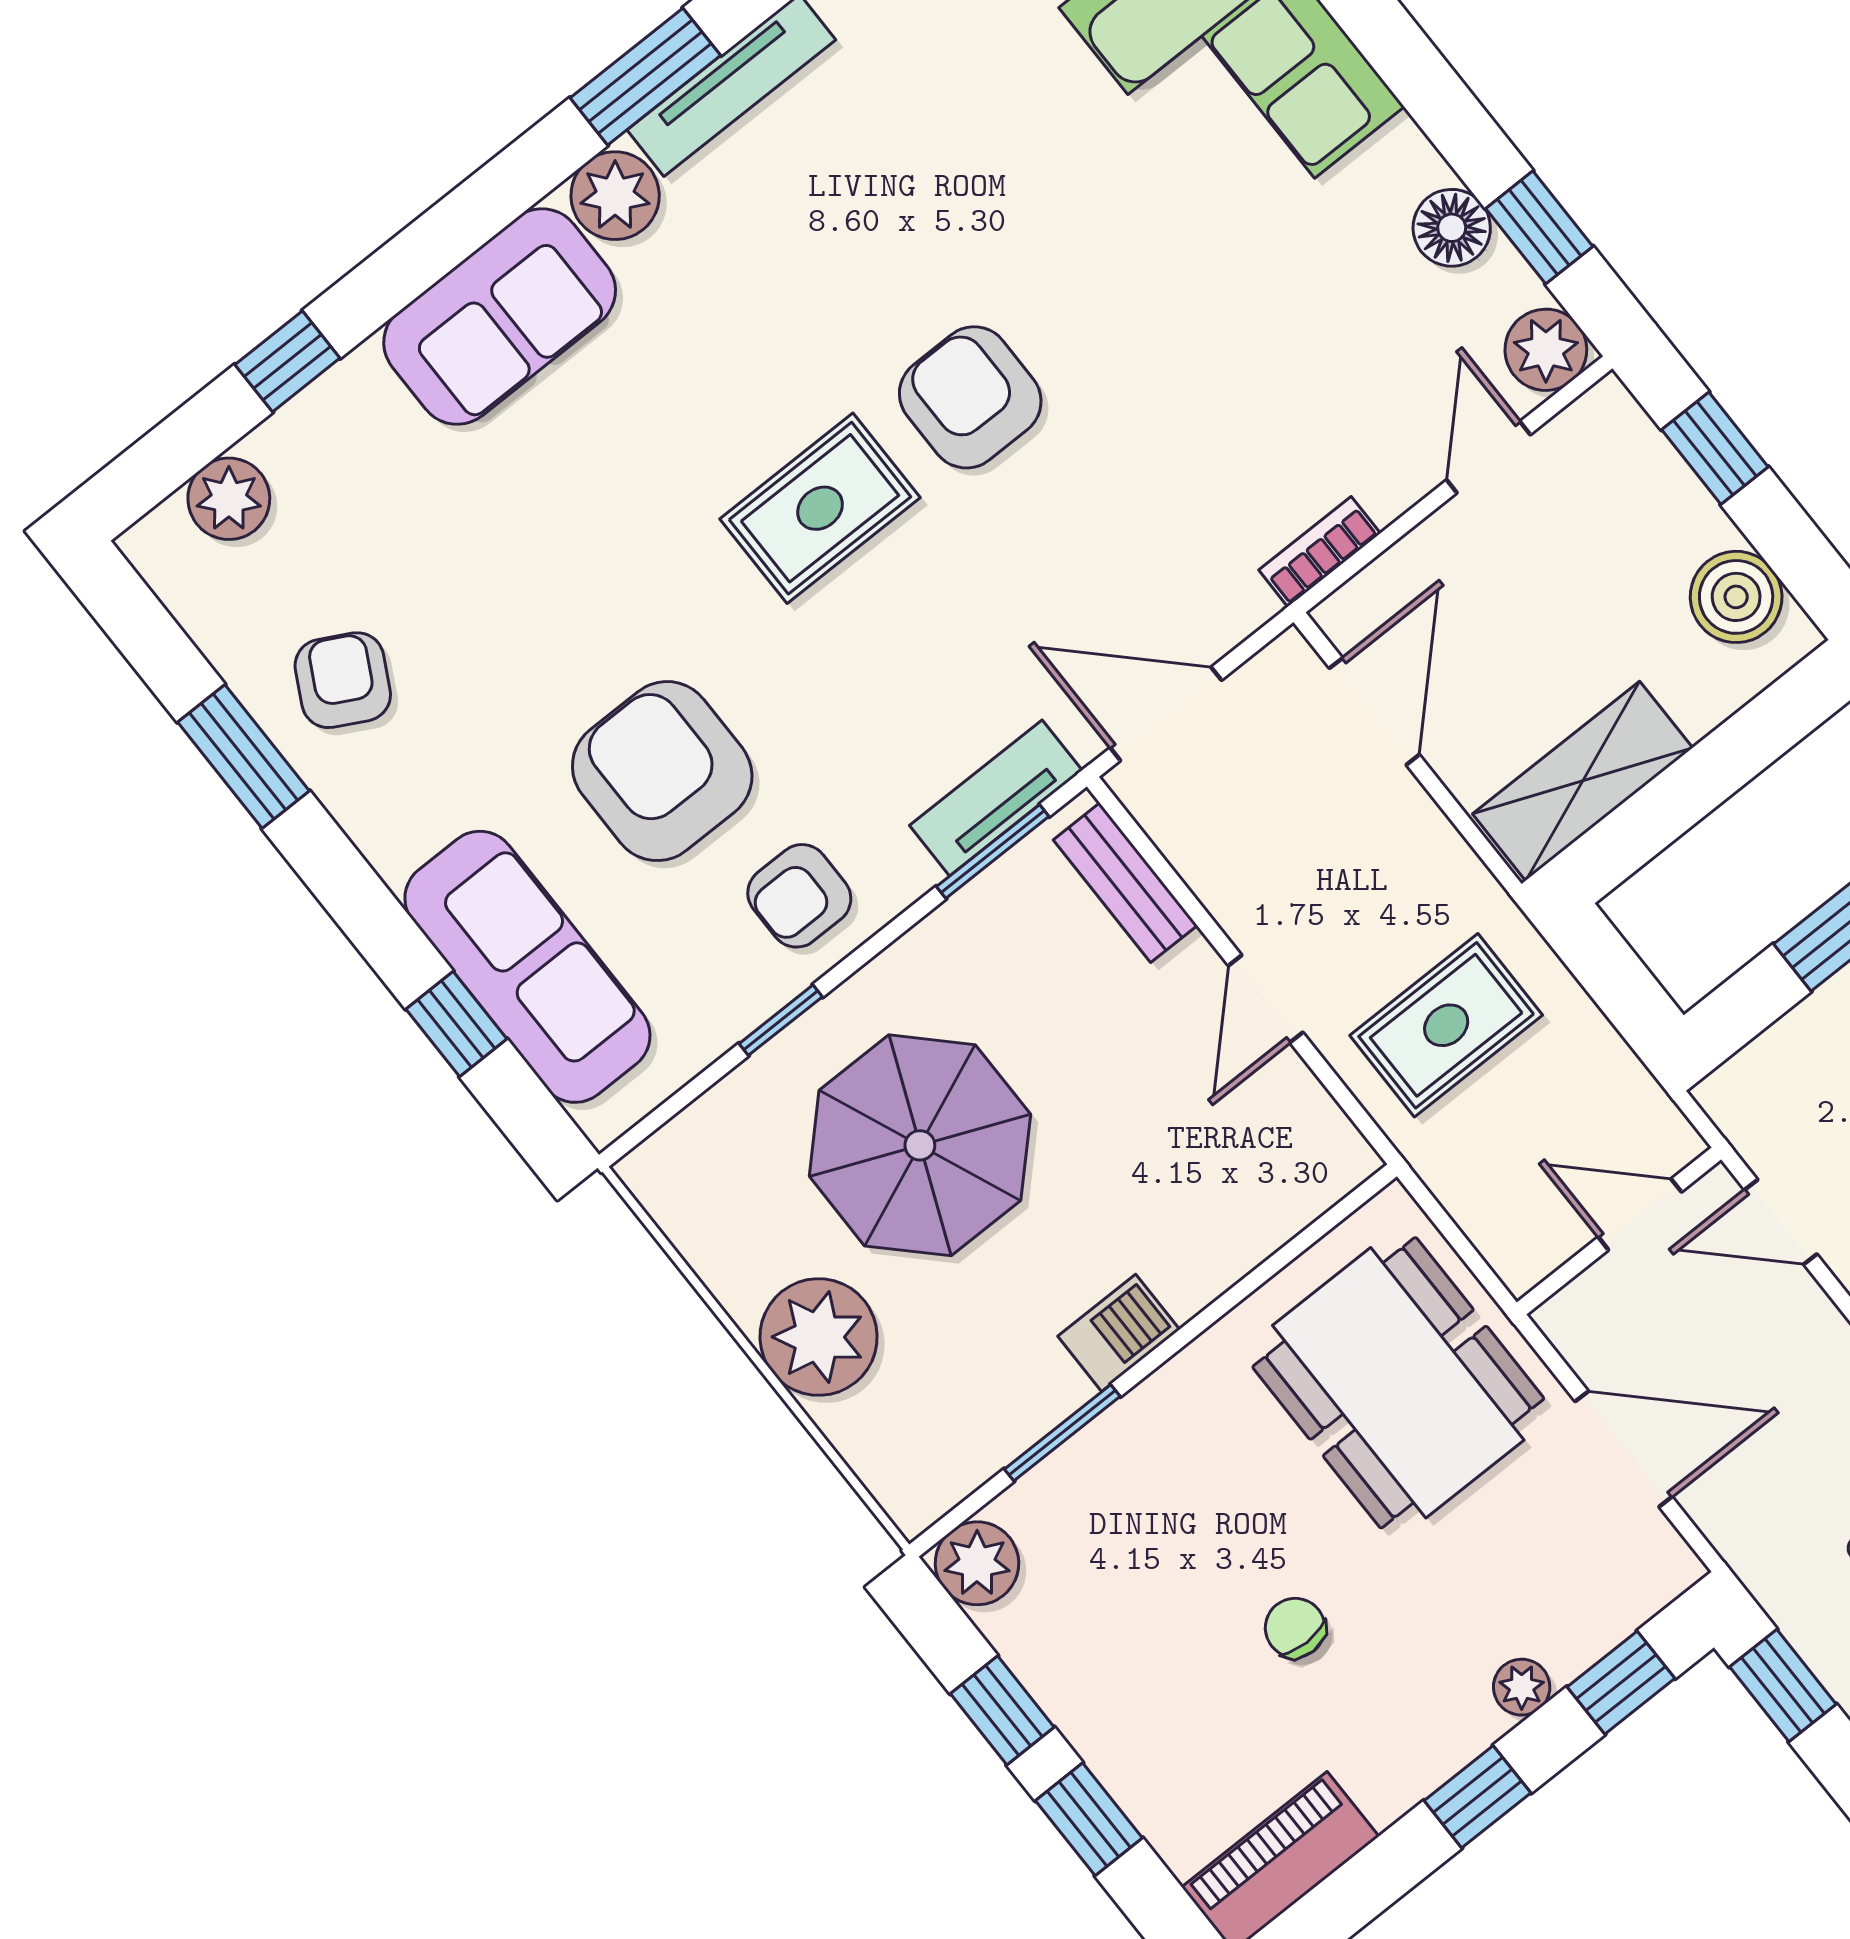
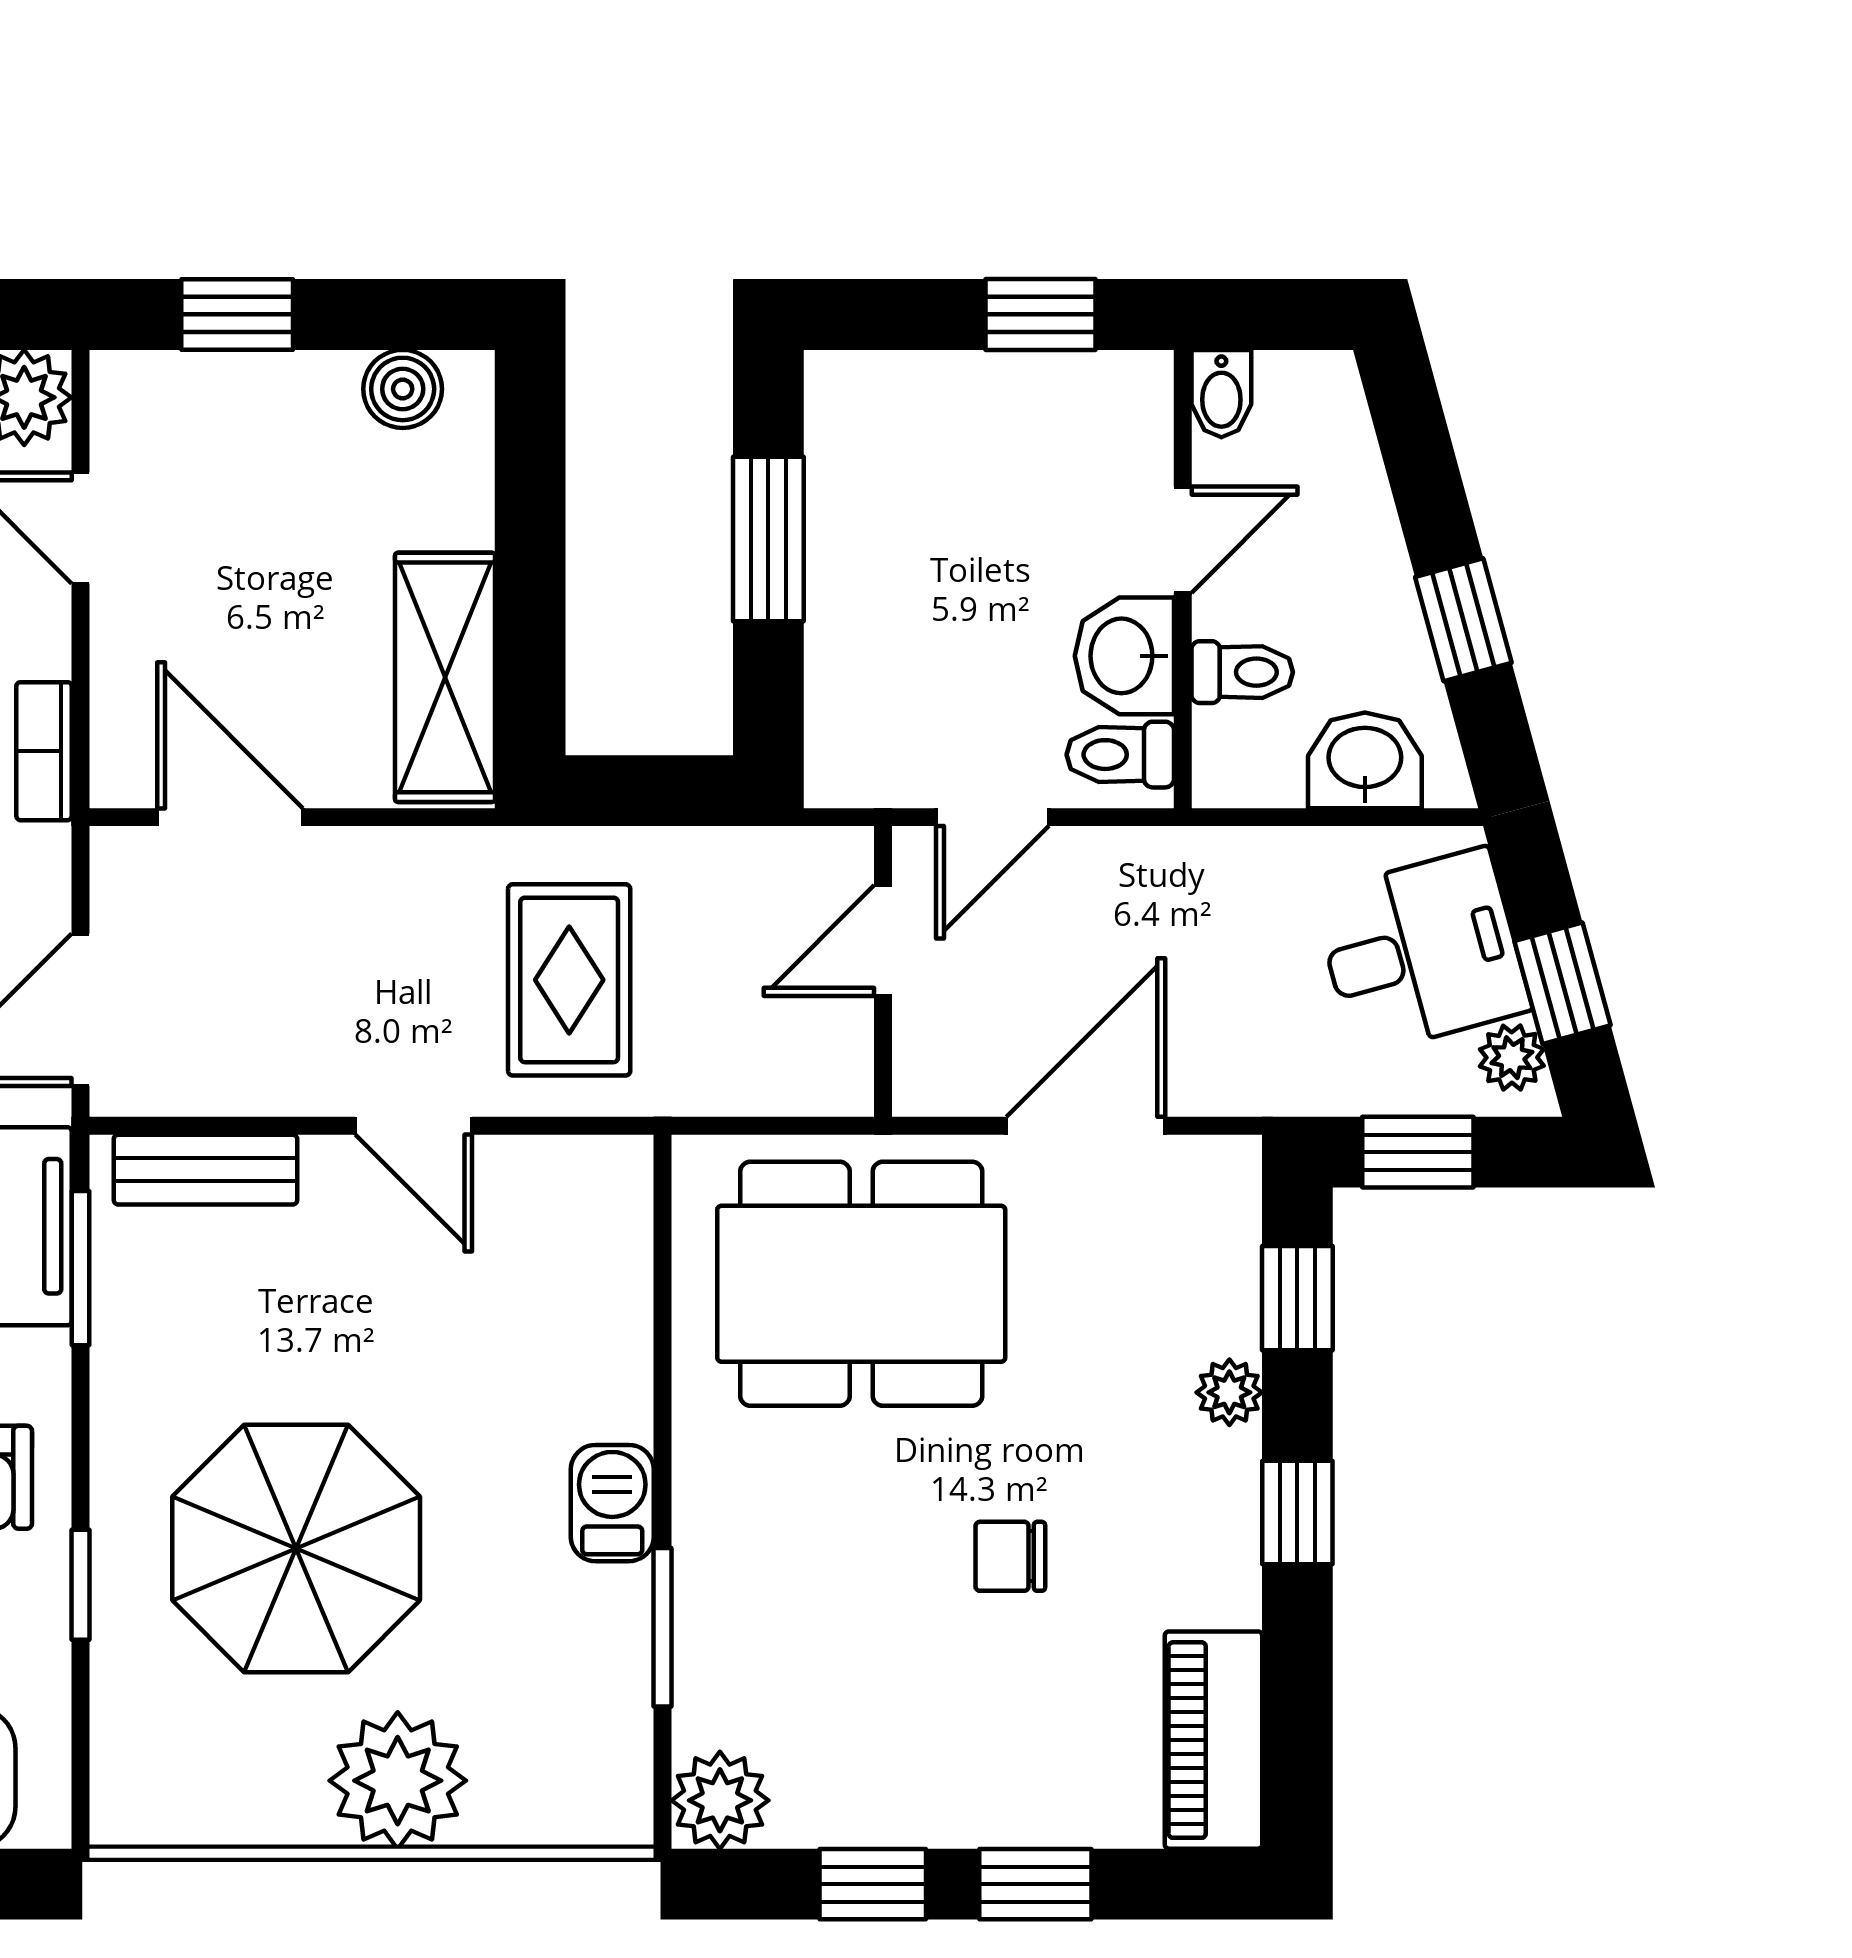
boiler: (1736, 597) -> (403, 389), width x0.73, depth x0.73

